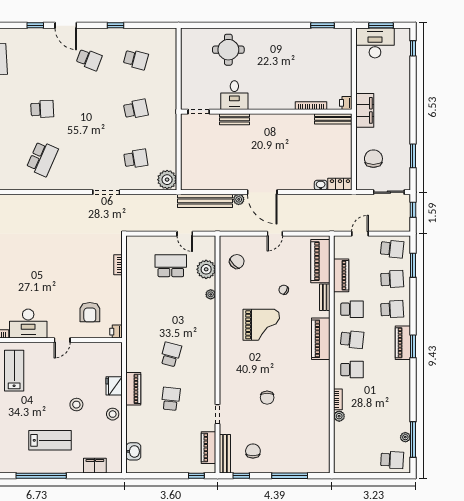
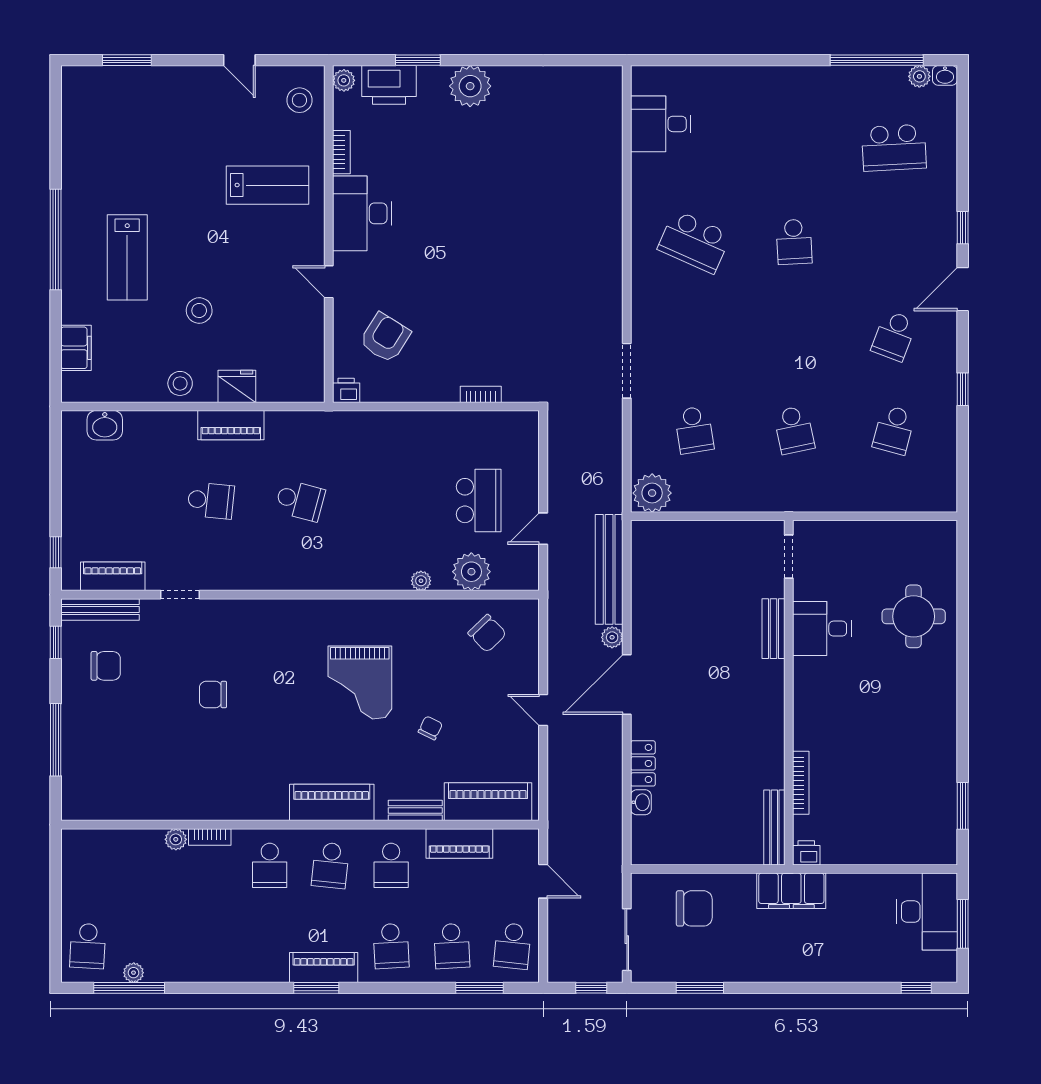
locker: (340, 184) -> (643, 763), moved
armchair: (90, 312) -> (385, 338), turned 122

